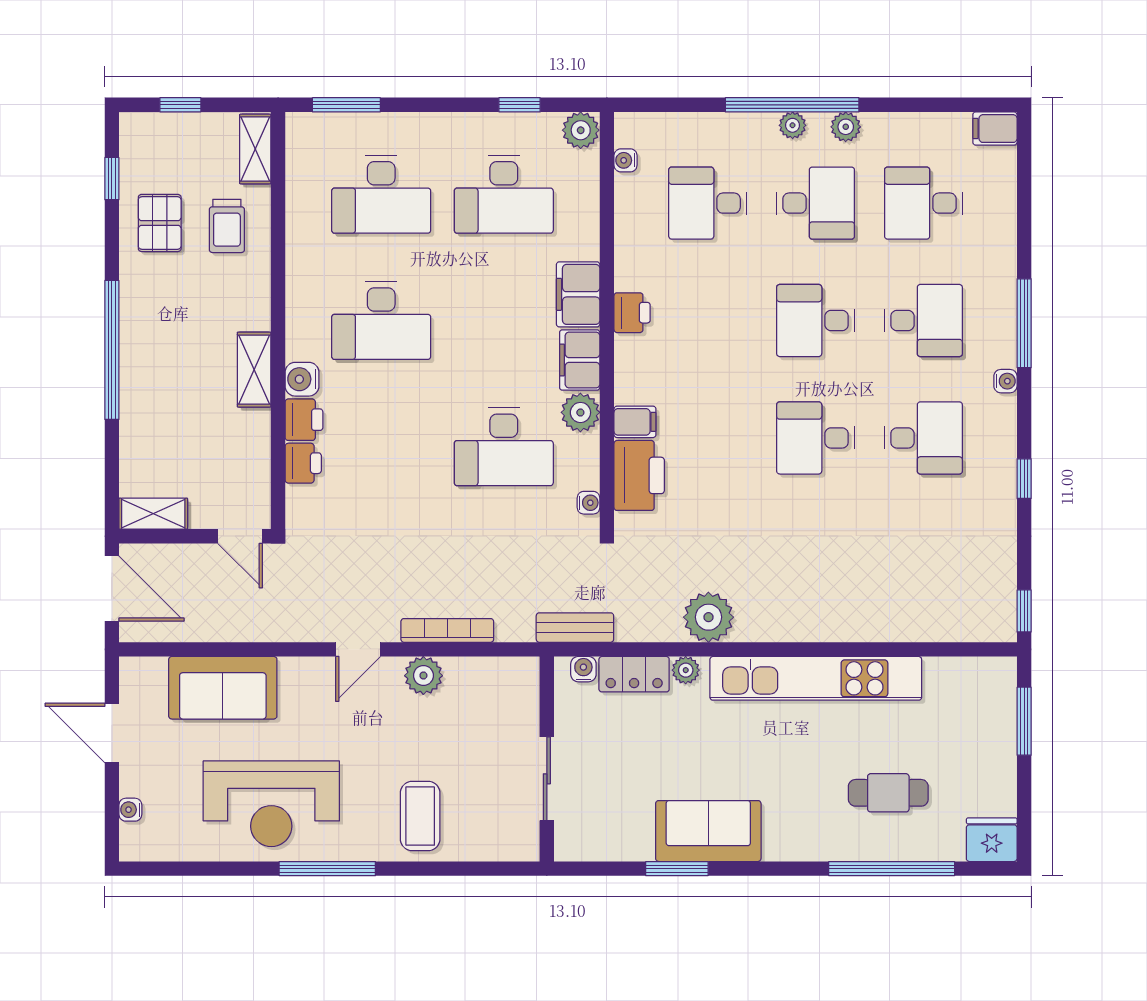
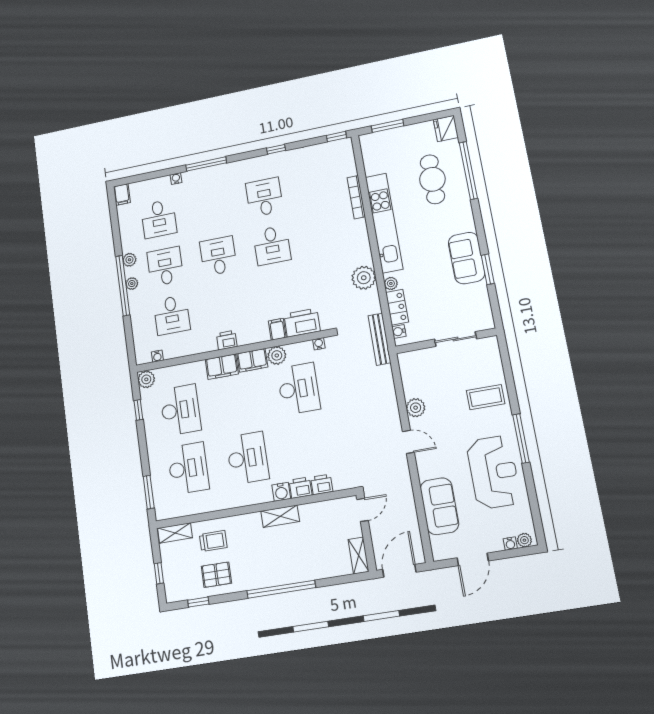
desk: (816, 321) -> (218, 256), turned 180
desk: (923, 321) -> (211, 208), removed
water cooler: (1005, 381) -> (176, 179), moved
bench: (575, 628) -> (379, 339), width x1.36
bookcase: (447, 630) -> (356, 197), moved
cafe table: (888, 793) -> (432, 179), width x1.37, depth x1.35
plant: (133, 838) -> (524, 540), added

